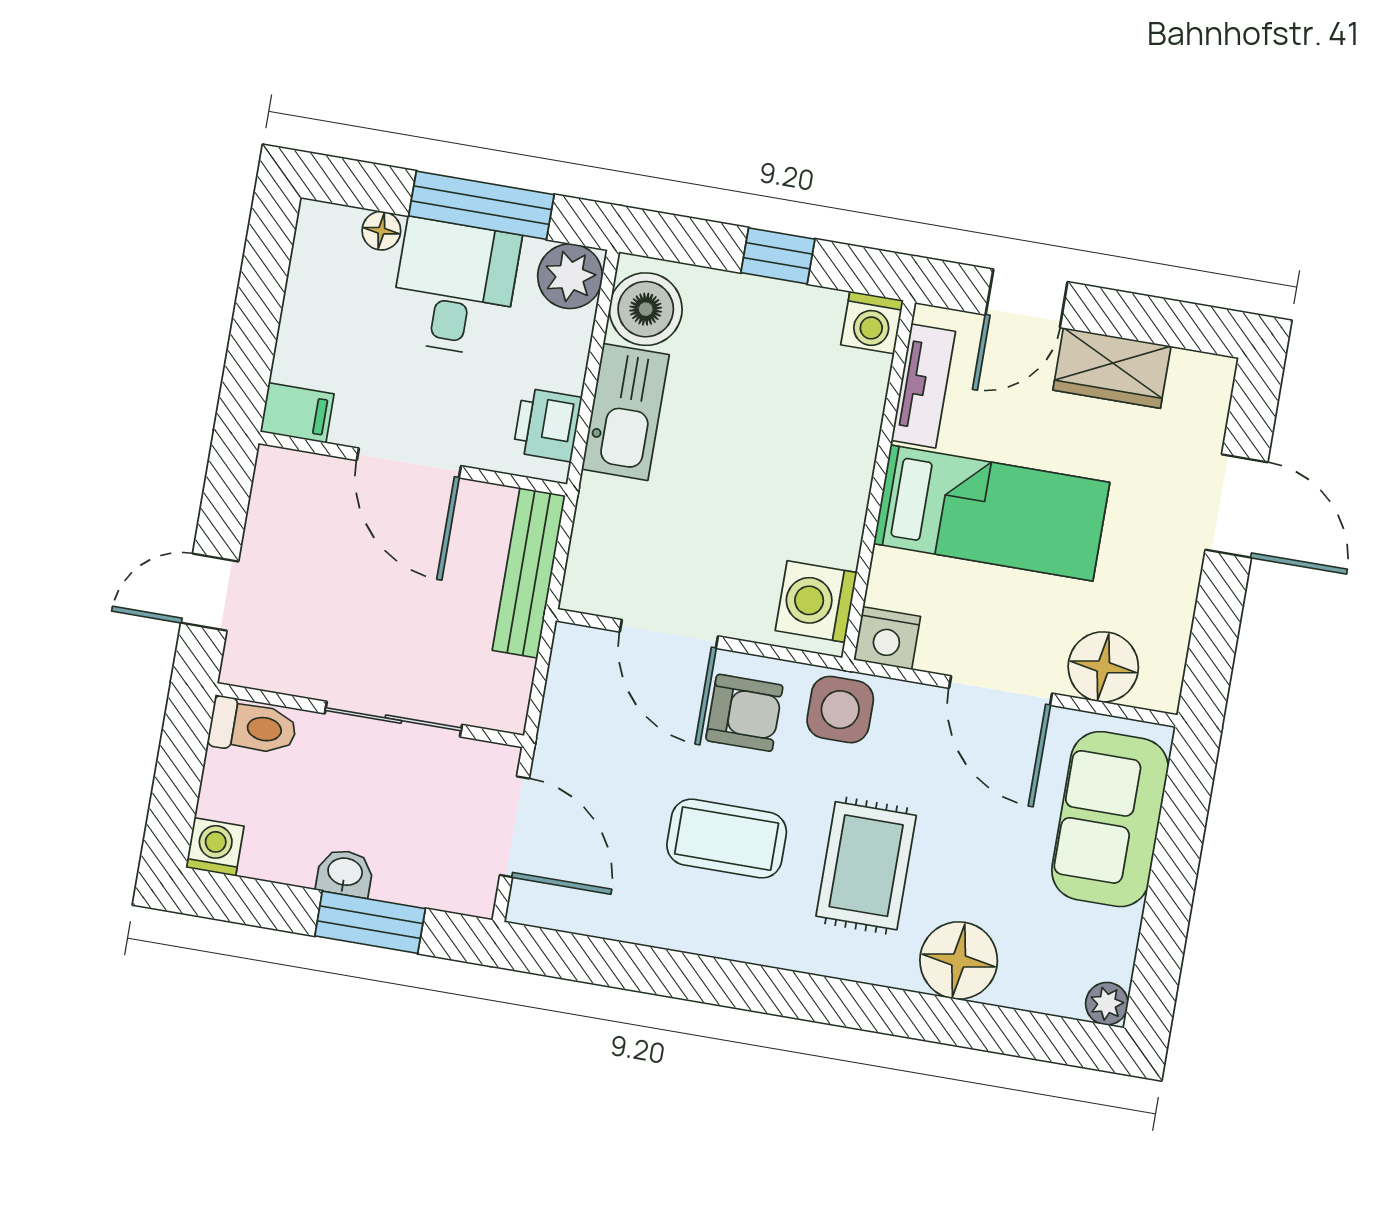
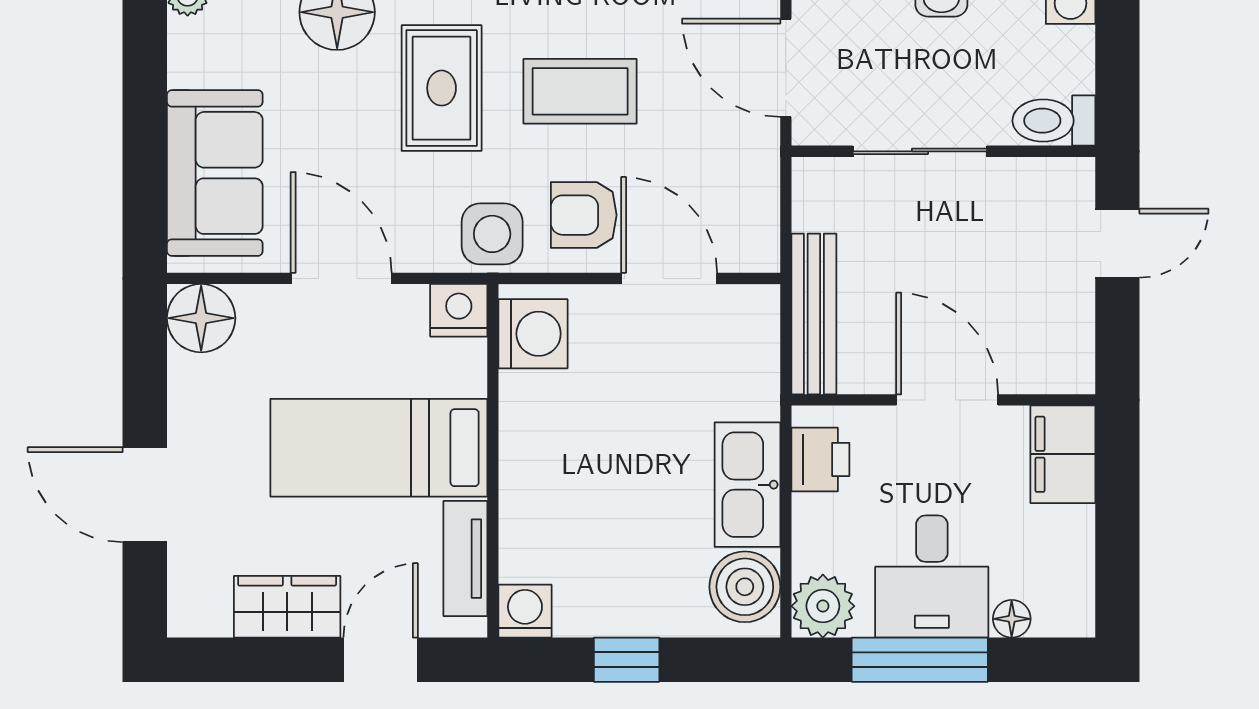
filing cabinet: (297, 413) -> (1063, 454), width x2.00
floor lamp: (1103, 667) -> (201, 318), moved

